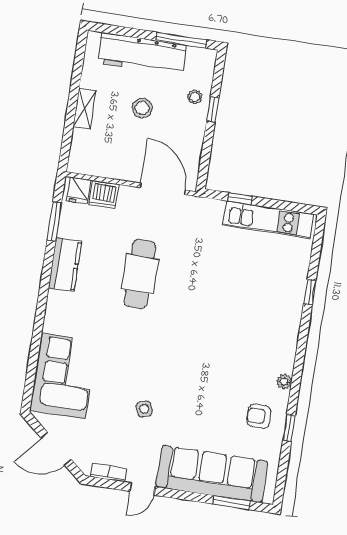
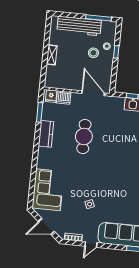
stool: (142, 108) -> (93, 53), moved

